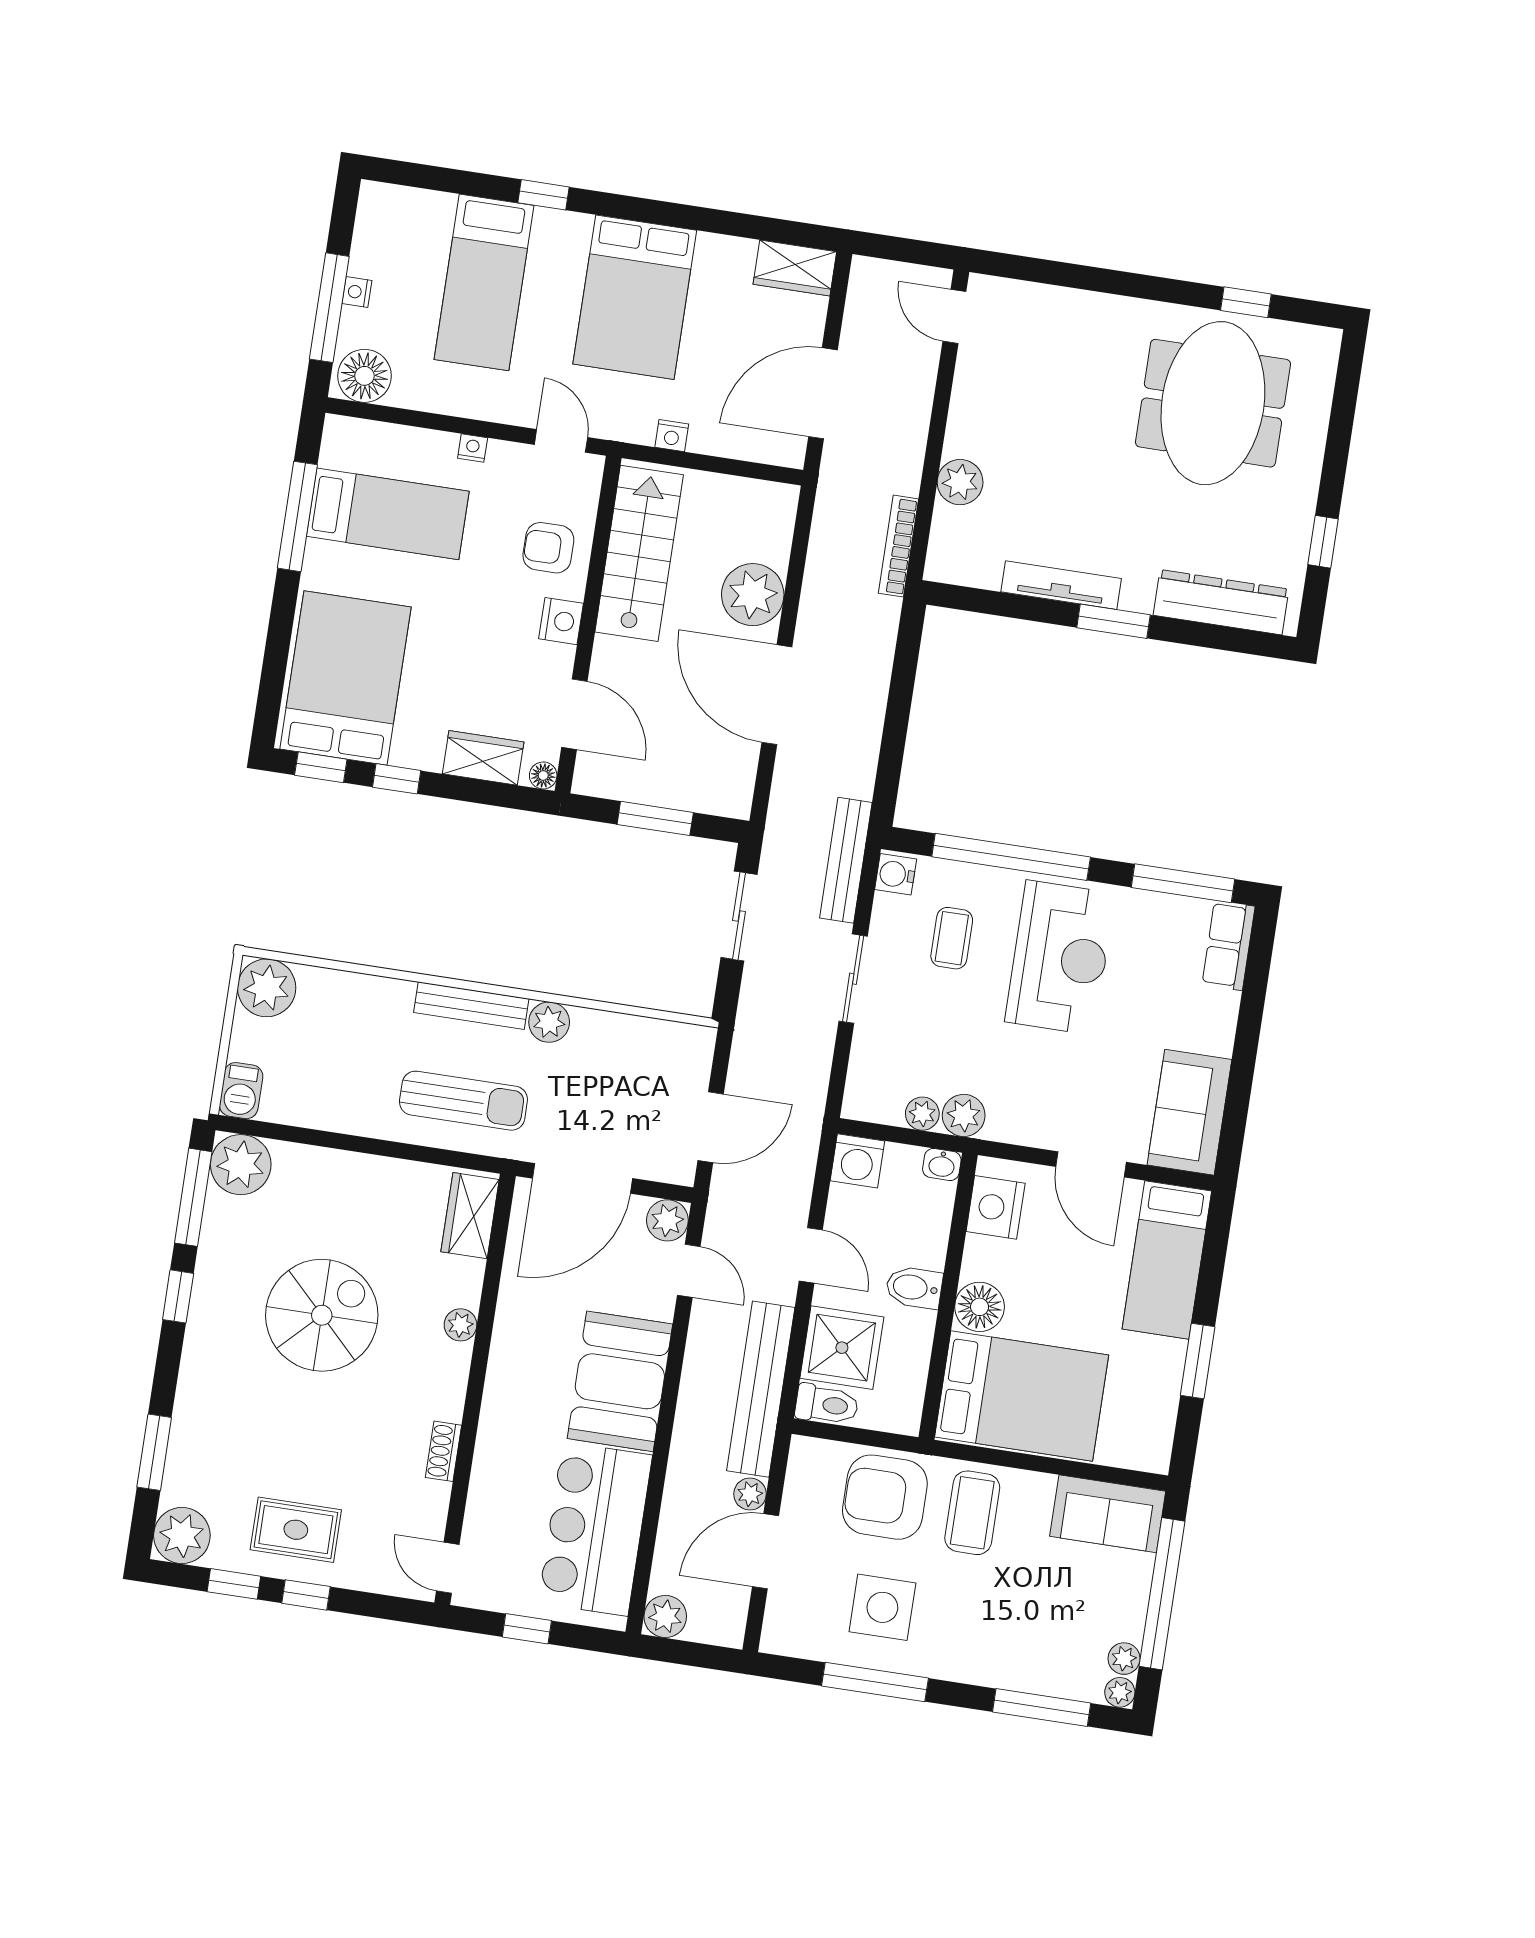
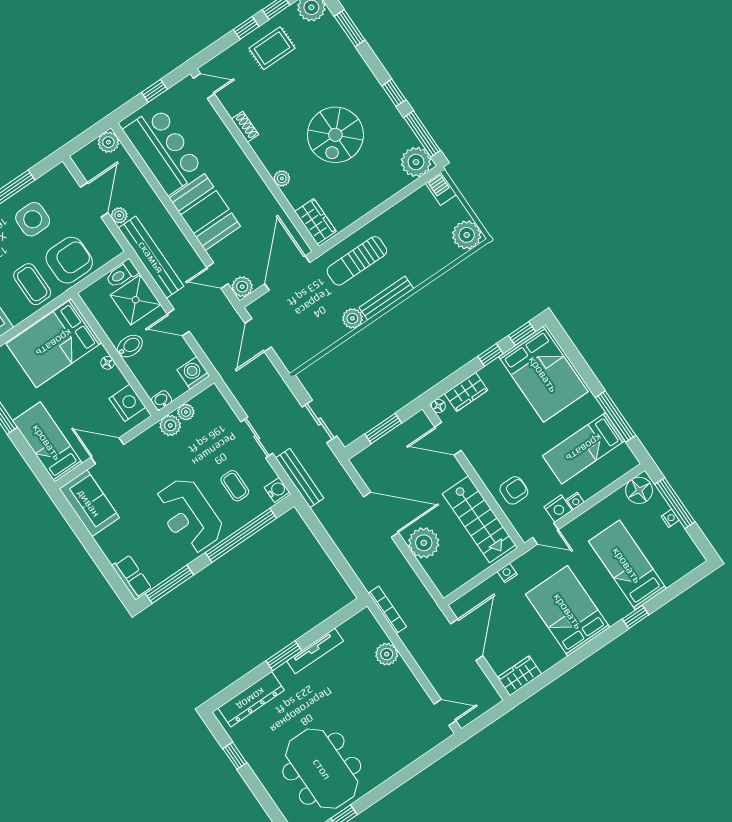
nightstand: (561, 621) -> (558, 509), moved, turned -90
floor lamp: (980, 1307) -> (108, 363), width x0.53, depth x0.53

